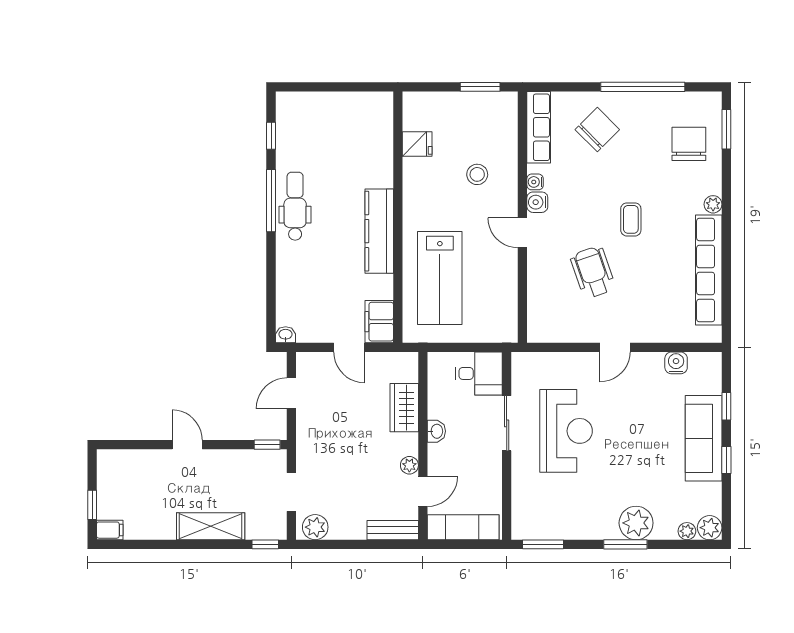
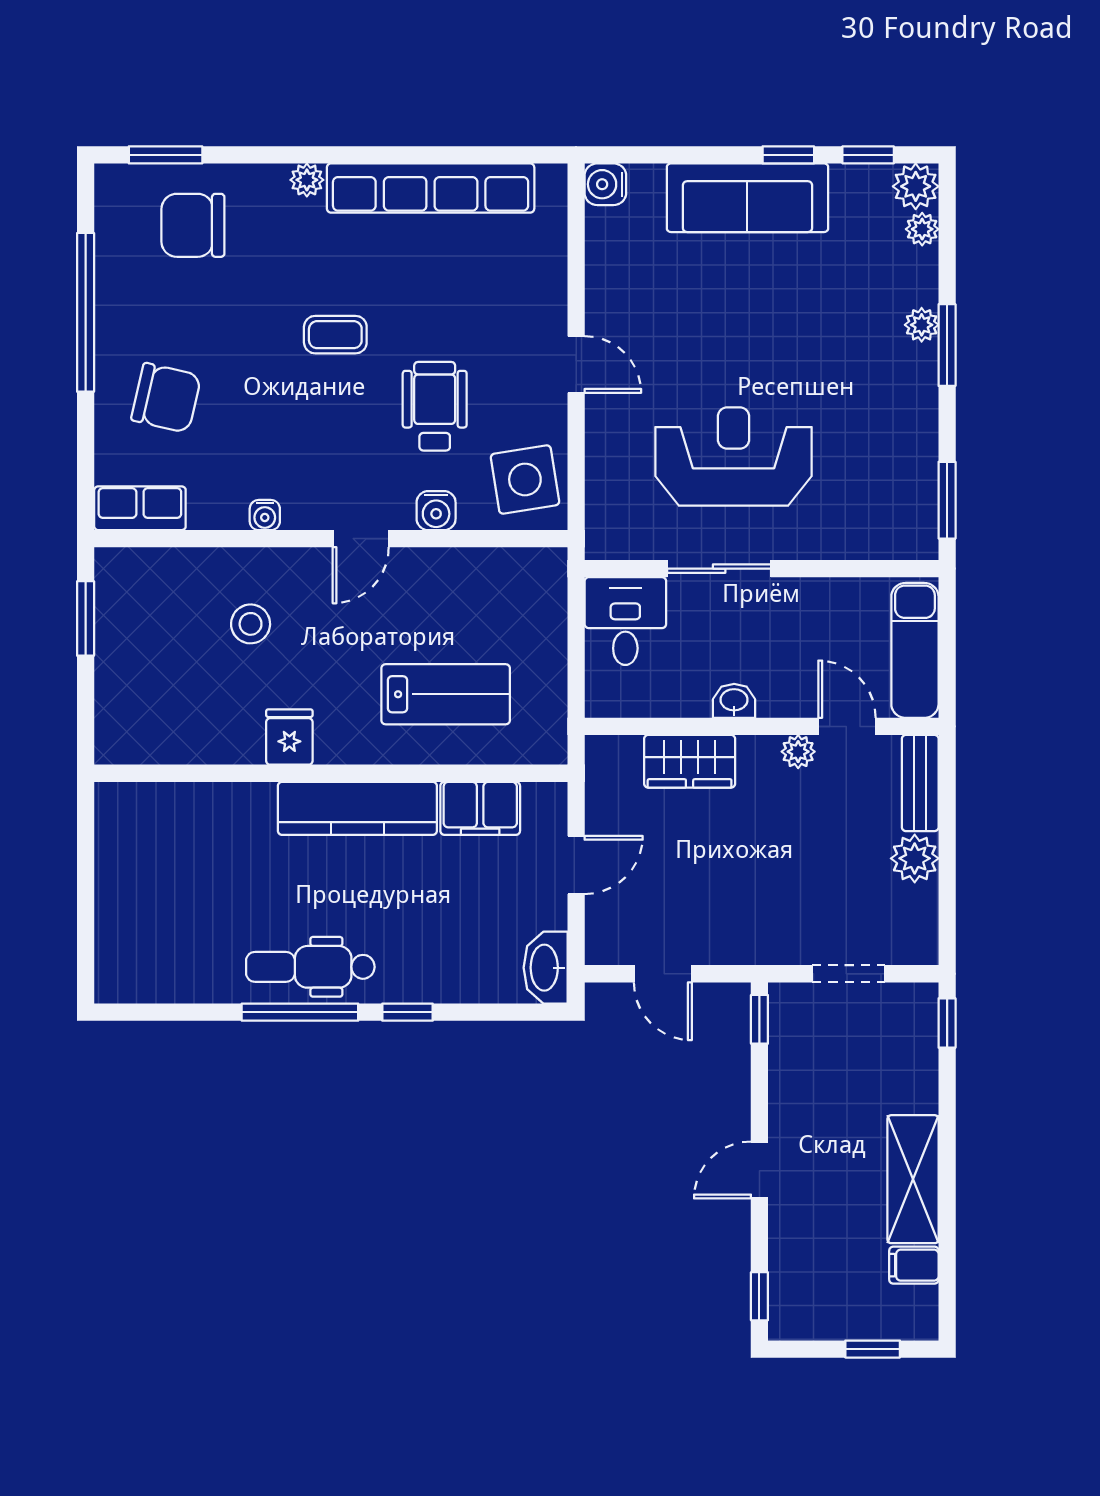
row of seats: (539, 127) -> (140, 508), width x0.68
chair: (597, 130) -> (166, 398), turned 148
window: (271, 136) -> (408, 1012), moved
fridge: (417, 144) -> (289, 737), moved
water cooler: (537, 202) -> (436, 511), moved
wheelchair: (593, 272) -> (435, 406), turned 109
lab bench: (440, 278) -> (446, 694), width x0.73, depth x0.72
side table: (554, 320) -> (525, 479), added
filing cabinet: (379, 322) -> (480, 808), moved
washbasin: (286, 335) -> (546, 968), width x1.91, depth x1.45
water cooler: (676, 363) -> (605, 184), moved
window: (726, 406) -> (868, 155), moved
window: (120, 445) -> (759, 1296), added
plant: (636, 523) -> (922, 325), width x0.53, depth x0.53
shelving: (211, 526) -> (913, 1179), moved
plant: (315, 527) -> (915, 858), moved
filing cabinet: (110, 530) -> (914, 1265), moved, turned -90

